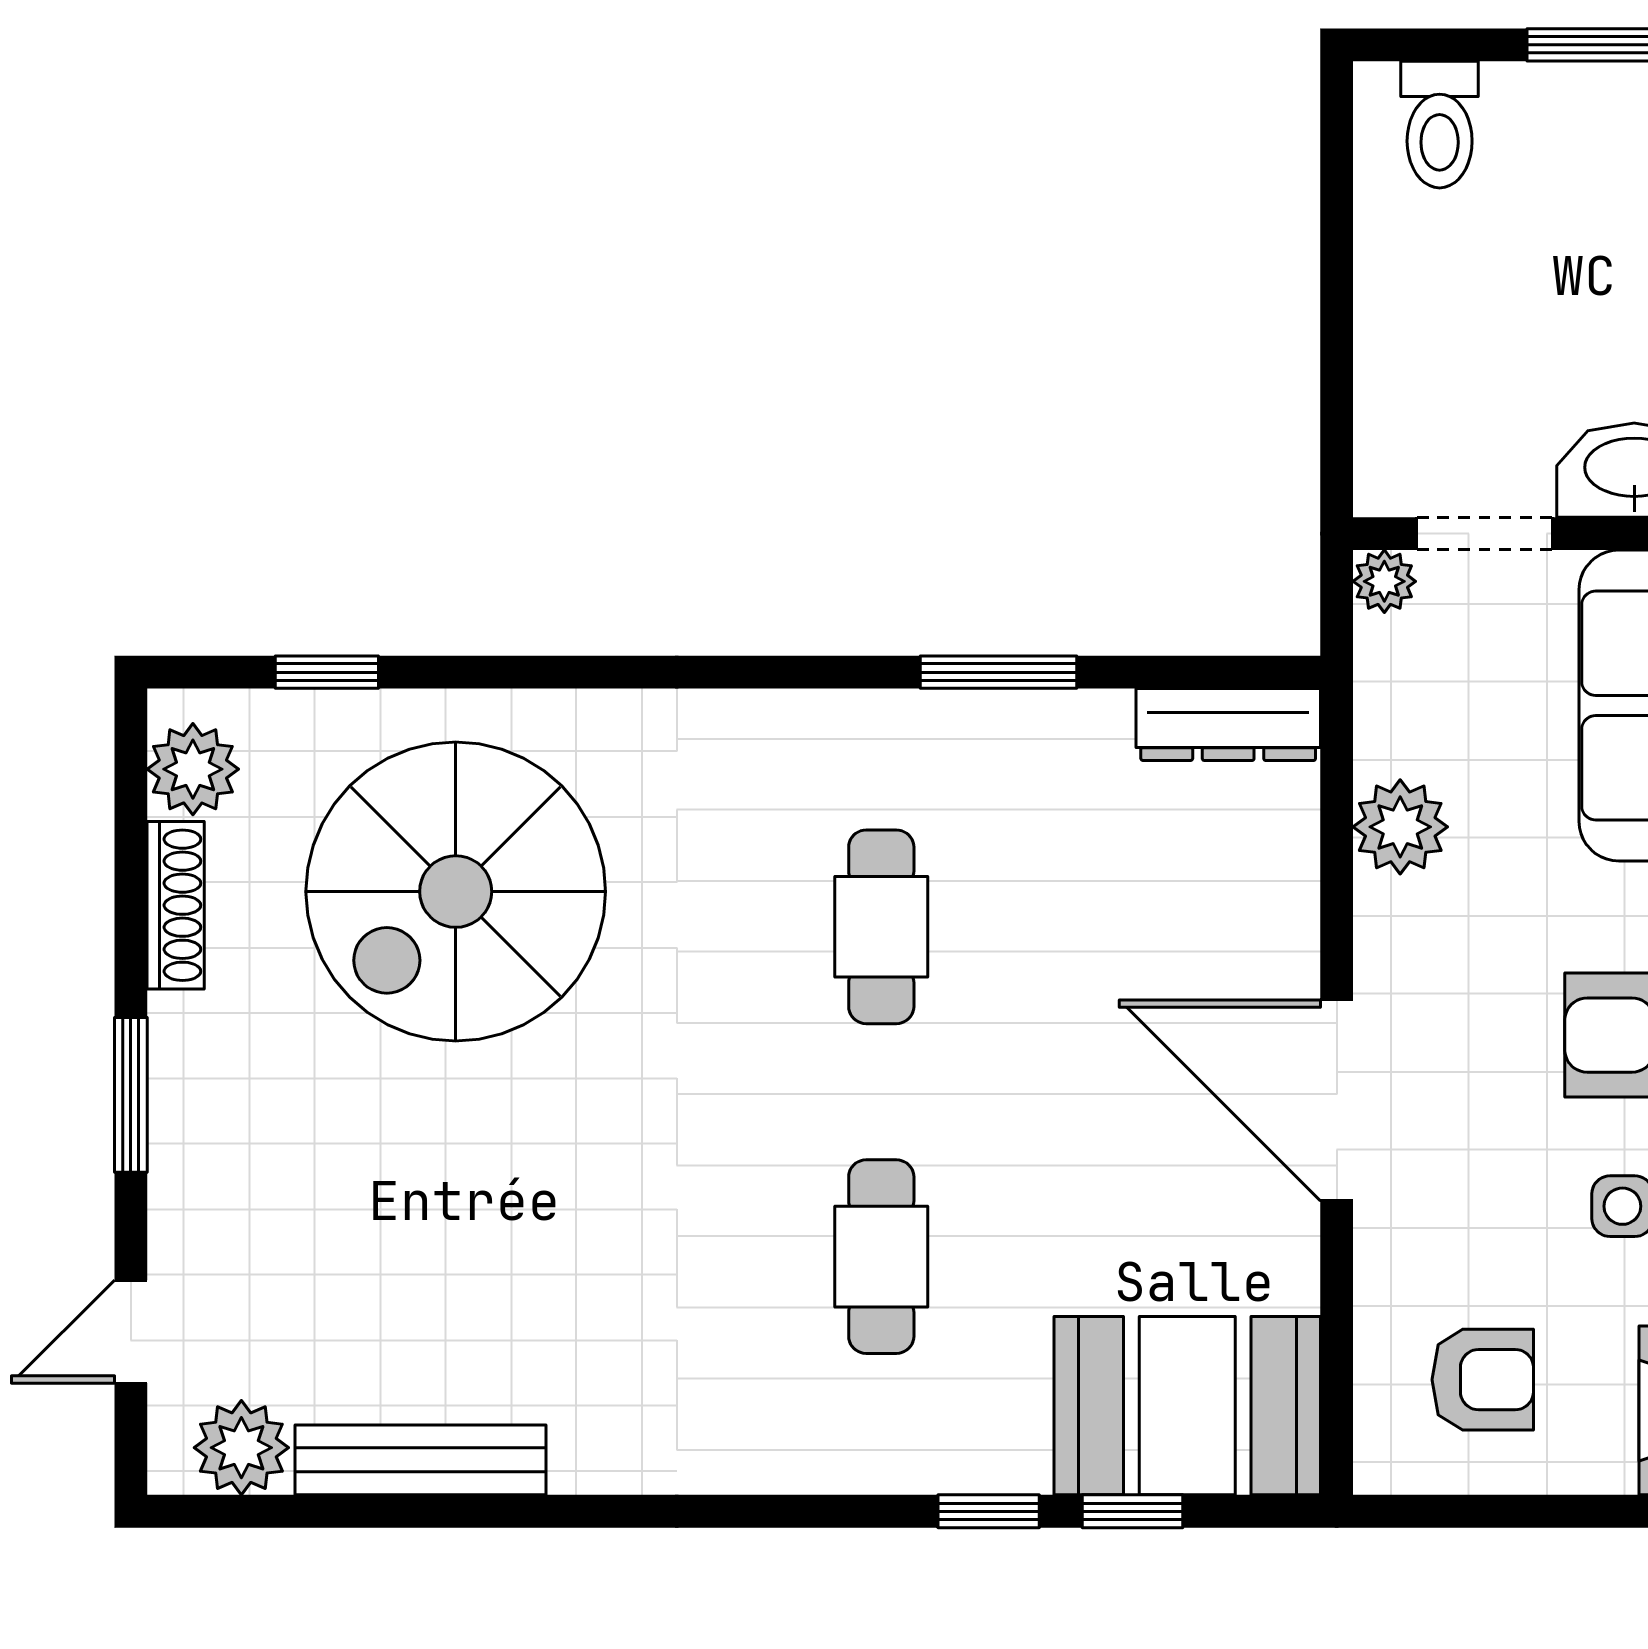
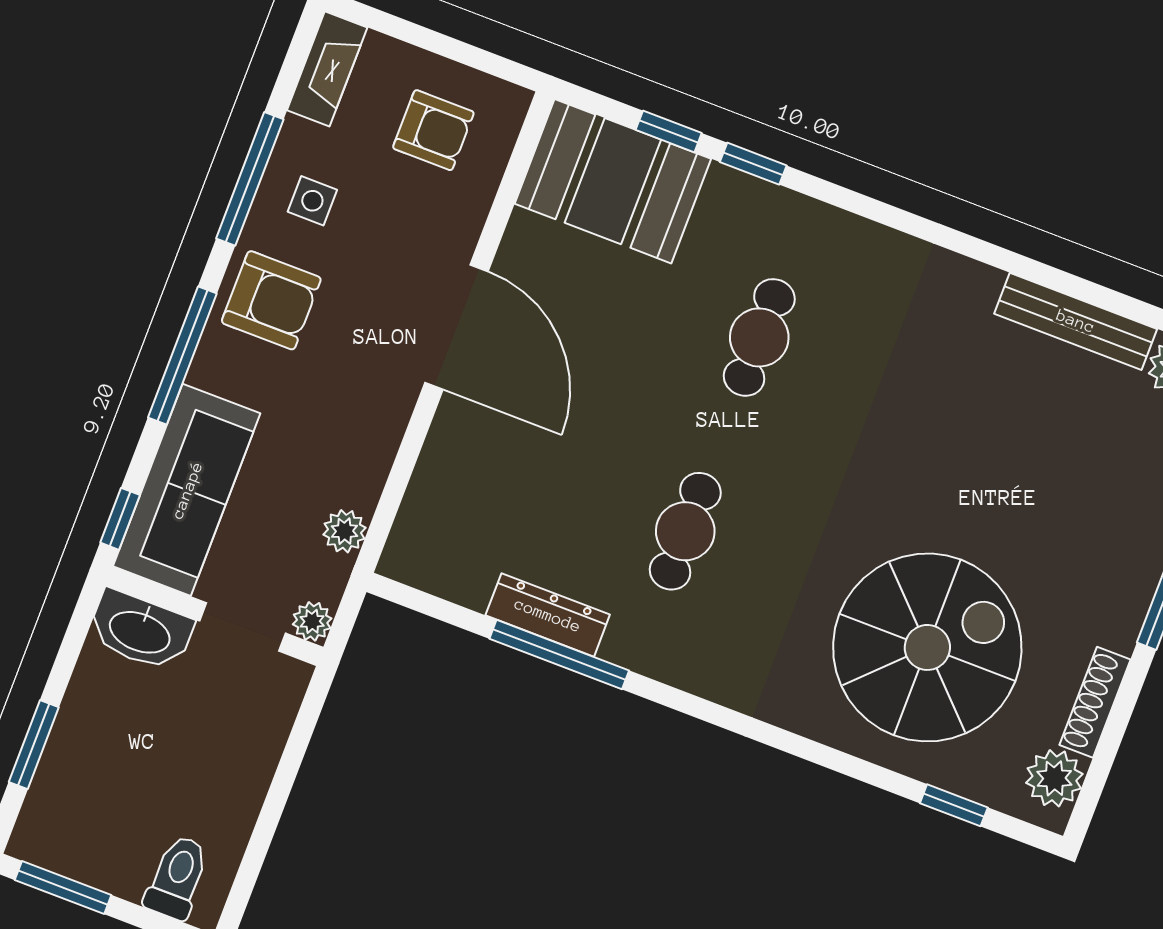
window: (999, 672) -> (559, 655), width x1.44
dresser: (1228, 724) -> (548, 615), moved
plant: (1400, 827) -> (344, 531), moved, width x0.73, depth x0.73
armchair: (1483, 1380) -> (433, 130), turned 180

